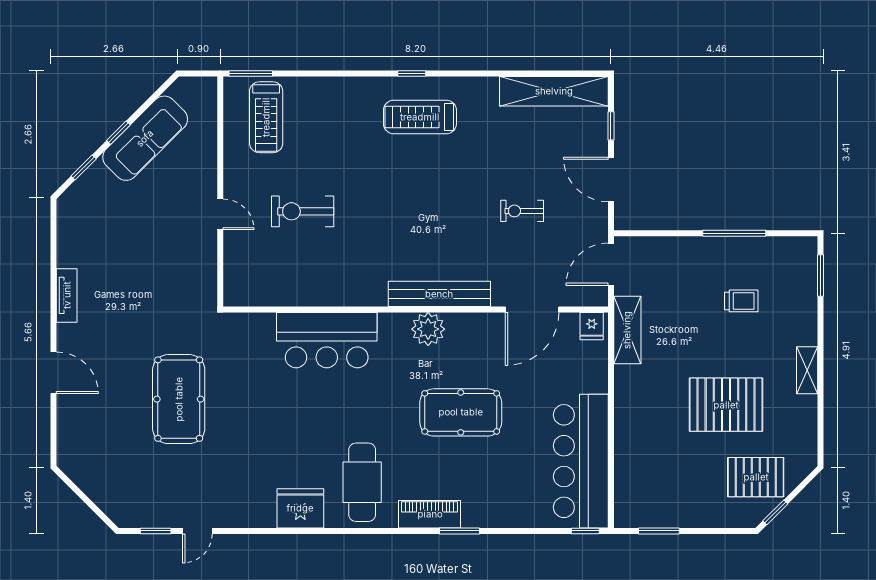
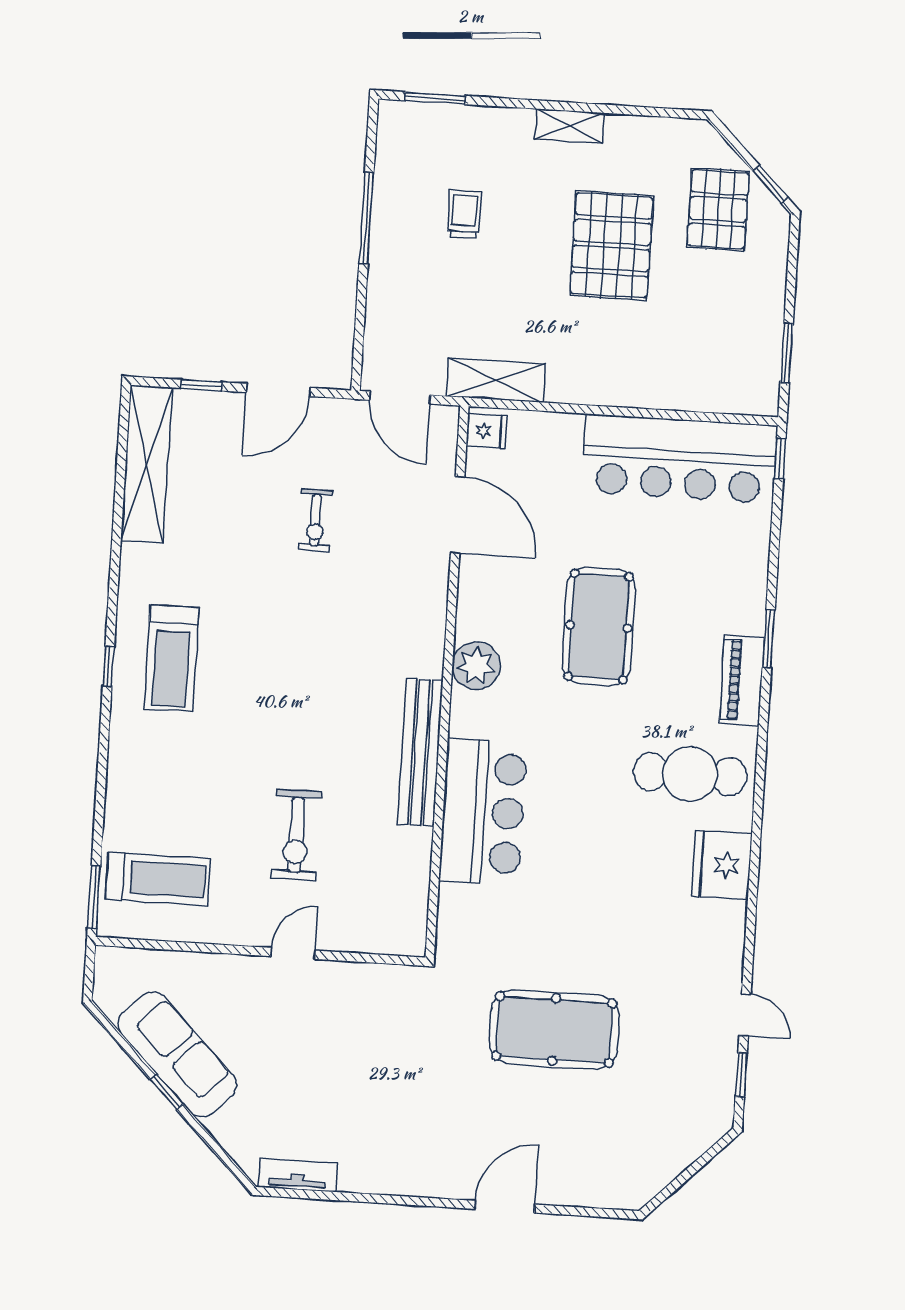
window: (84, 168) -> (214, 1145), removed
bench: (439, 294) -> (420, 752), moved
tv unit: (67, 295) -> (298, 1175), moved

